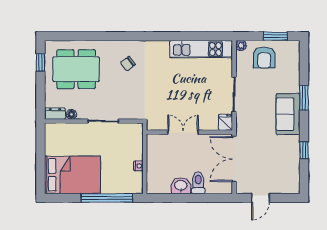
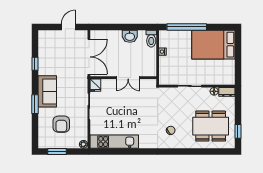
armchair: (264, 57) -> (61, 124), moved, turned 180
toilet: (198, 183) -> (151, 39), moved

